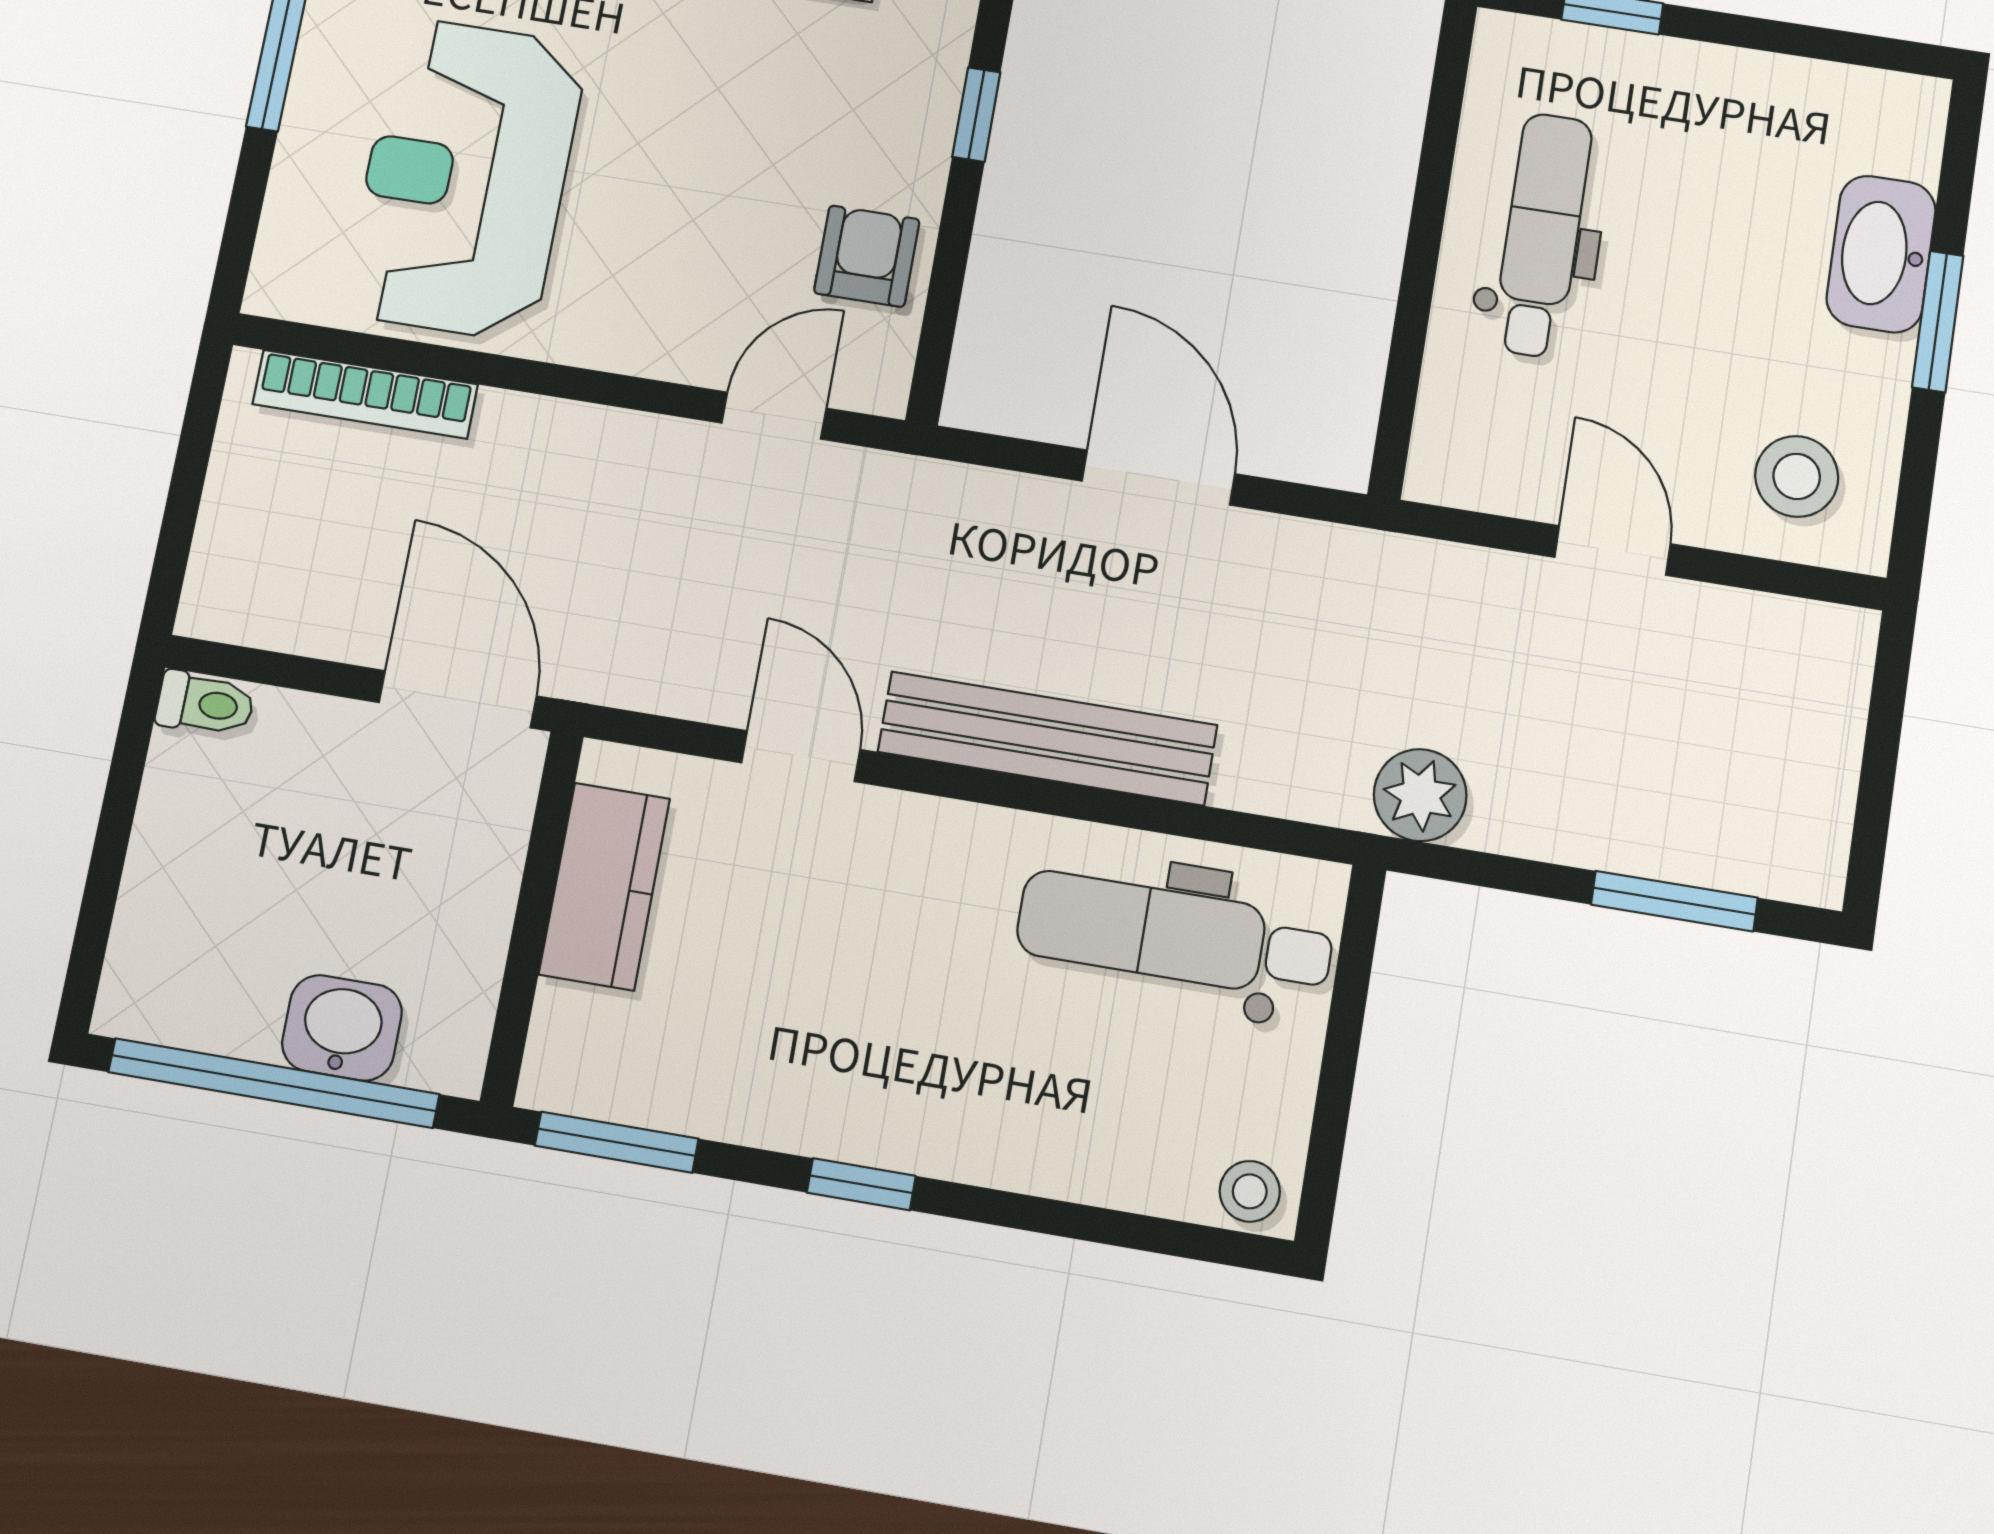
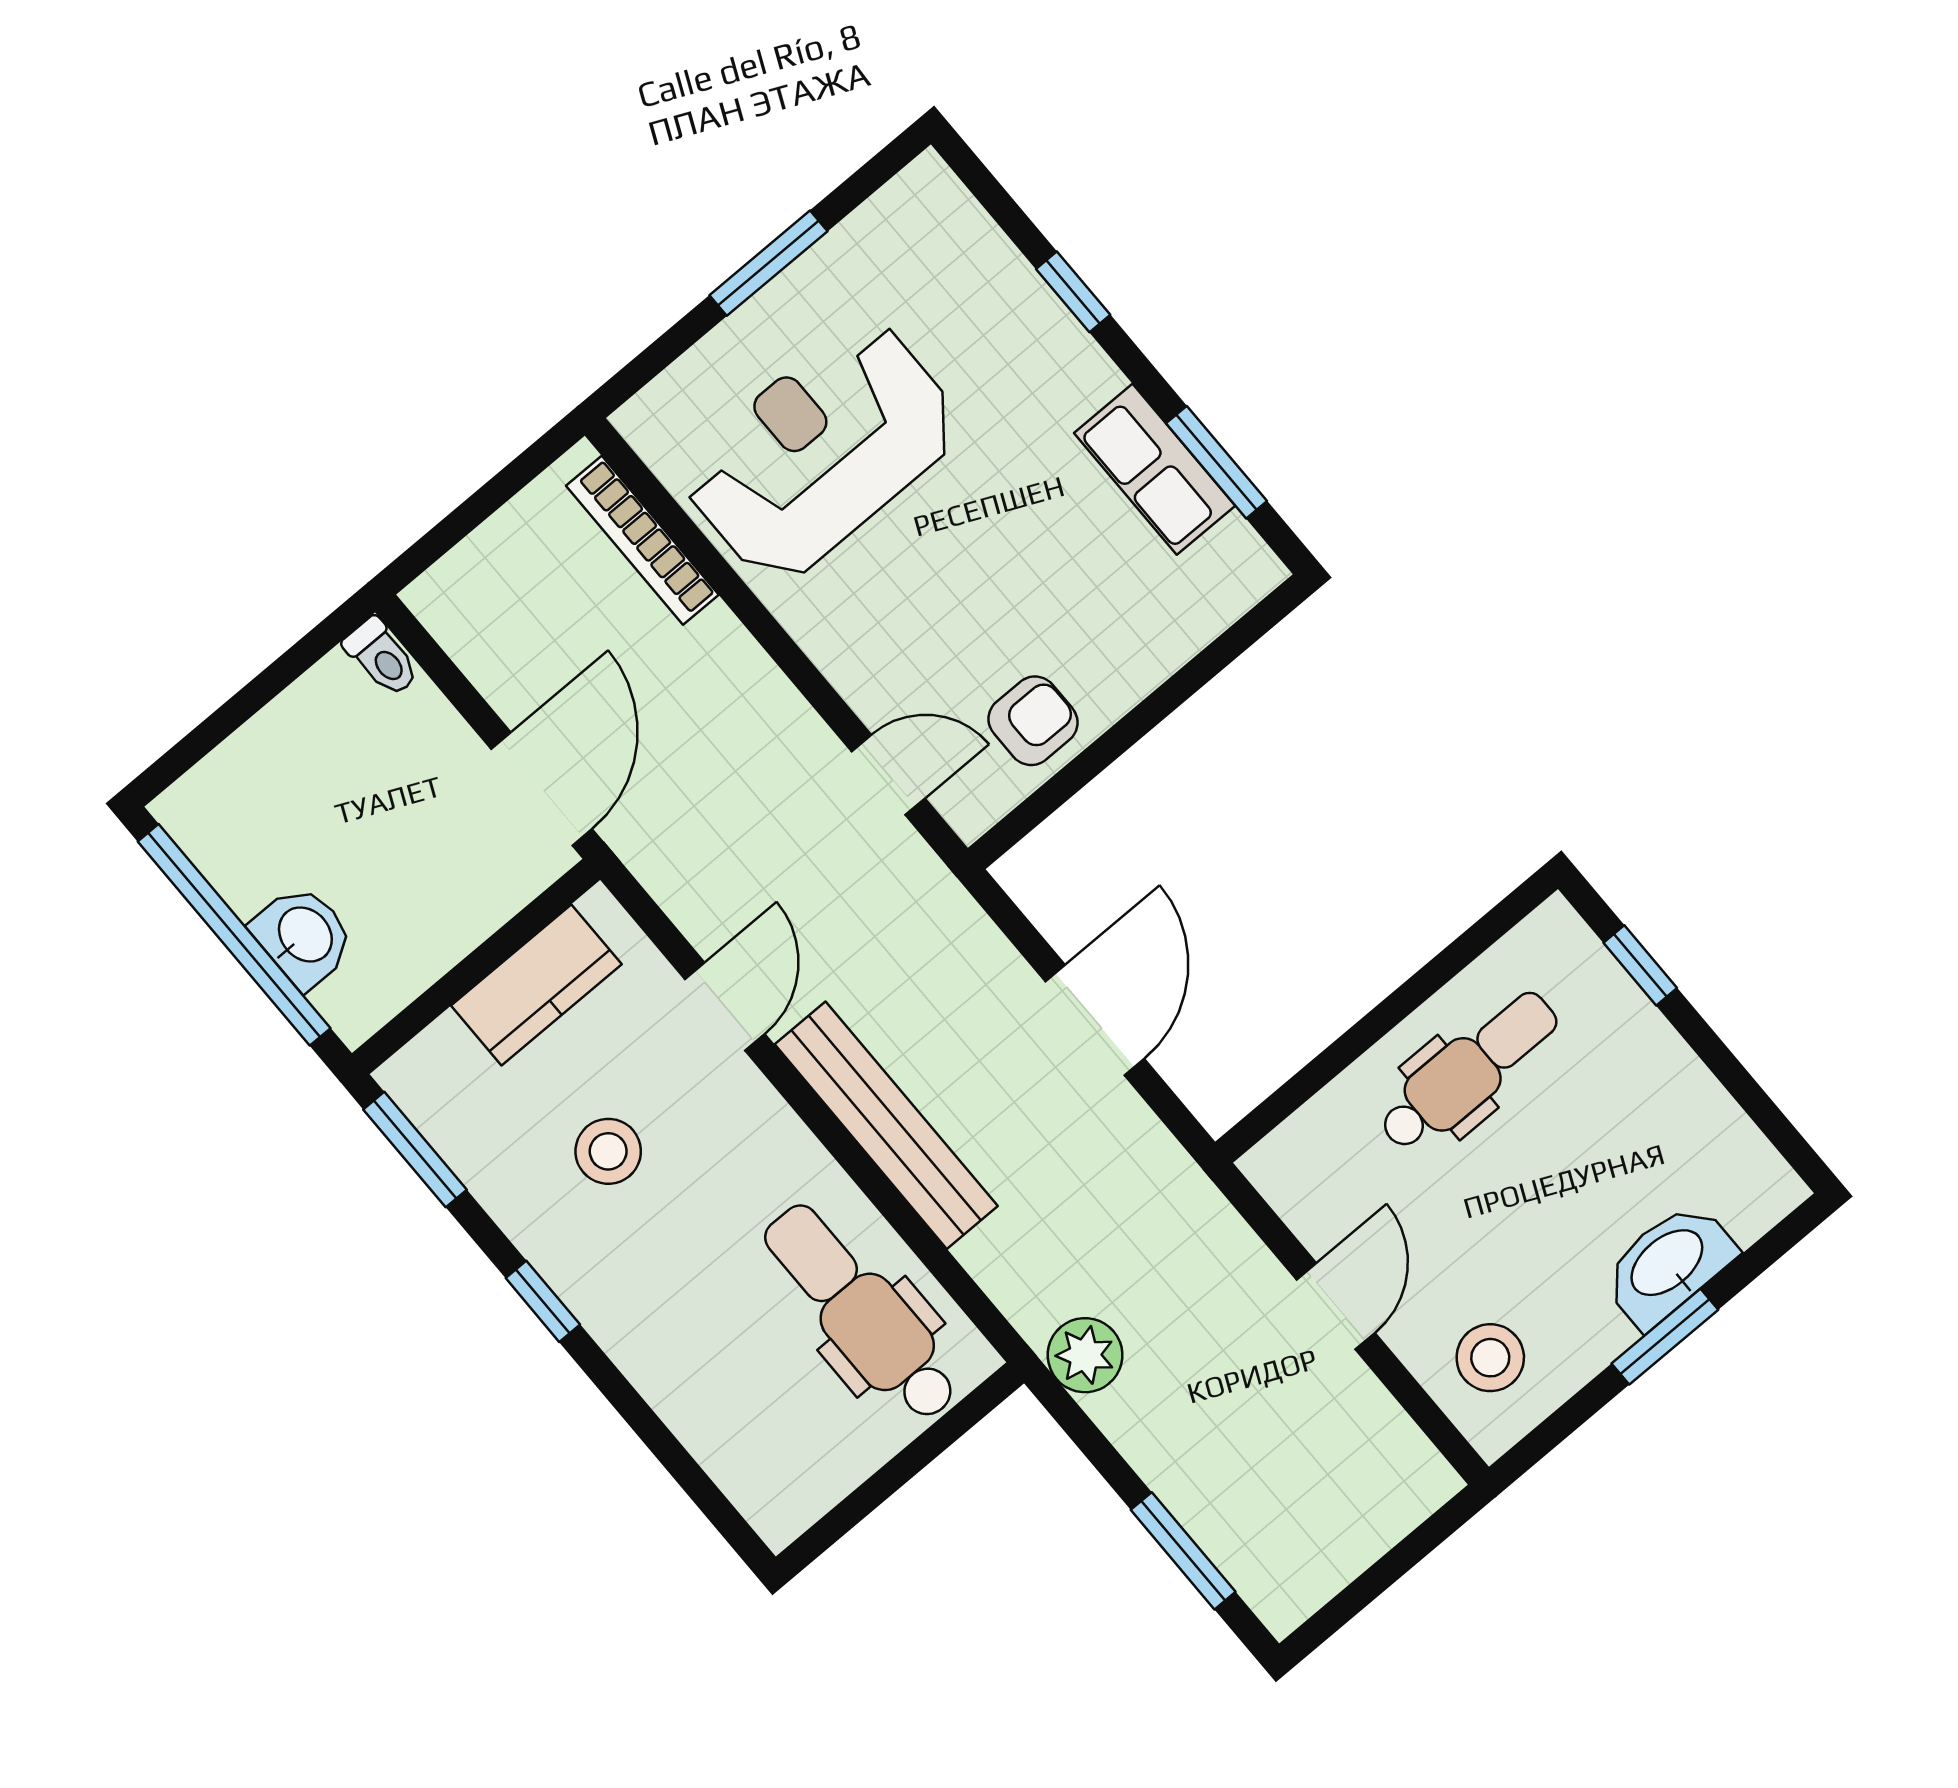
window: (976, 115) -> (1180, 687), removed
stool: (1250, 1191) -> (608, 1151), moved, width x1.37, depth x1.37

